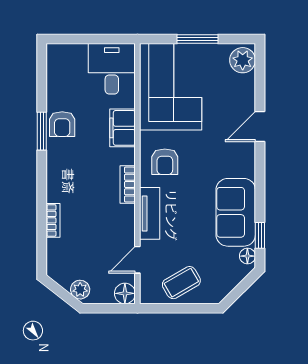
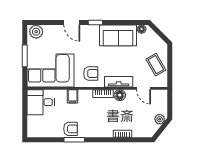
filing cabinet: (123, 128) -> (73, 96), width x0.50
window: (260, 235) -> (95, 22), moved
floor lamp: (125, 293) -> (120, 95), moved

